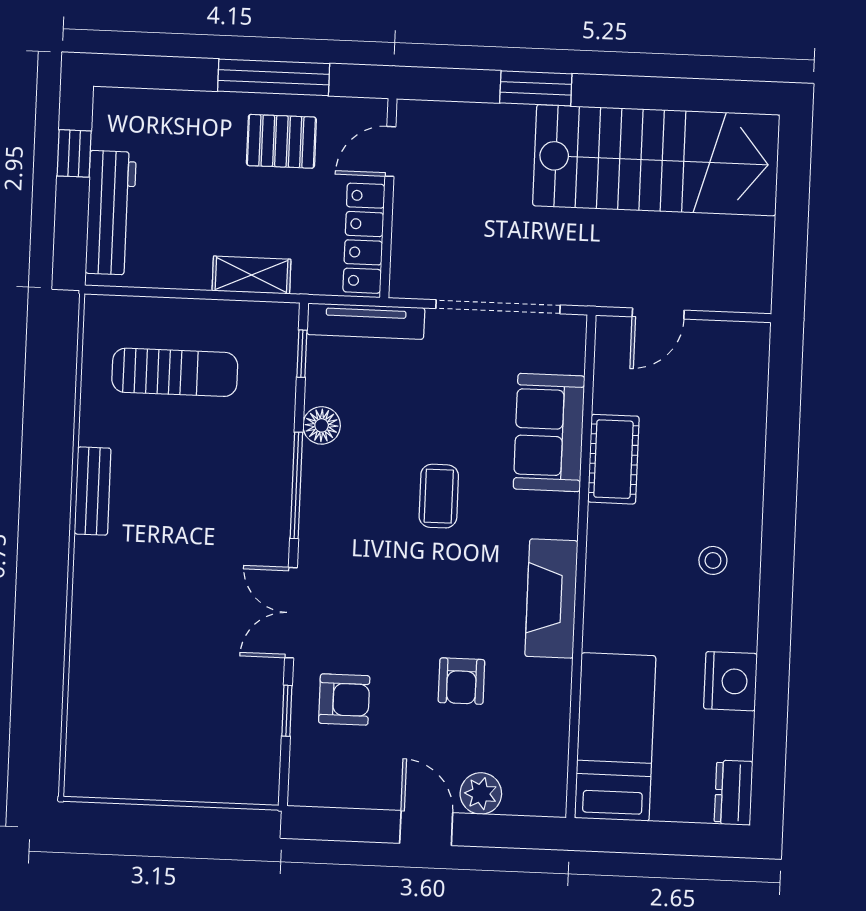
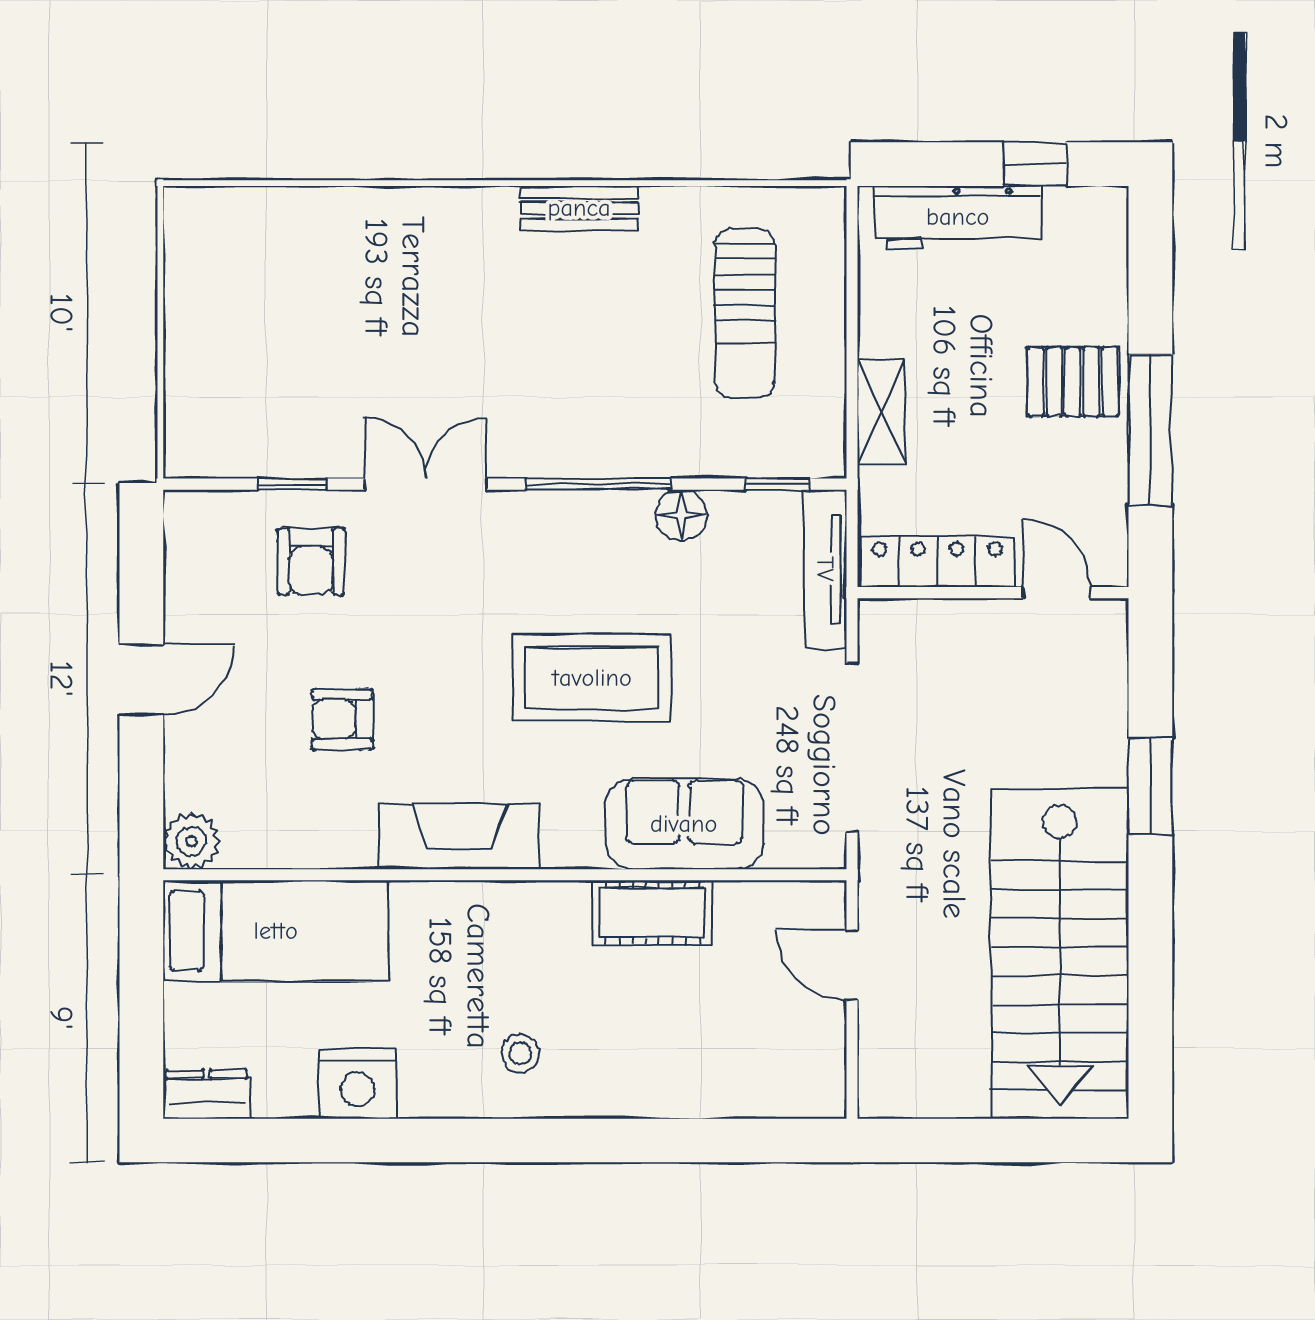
pallet: (281, 141) -> (1073, 382), moved, turned 90
coffee table: (439, 496) -> (592, 678), width x1.86, depth x1.72
plant: (481, 793) -> (191, 841), moved

